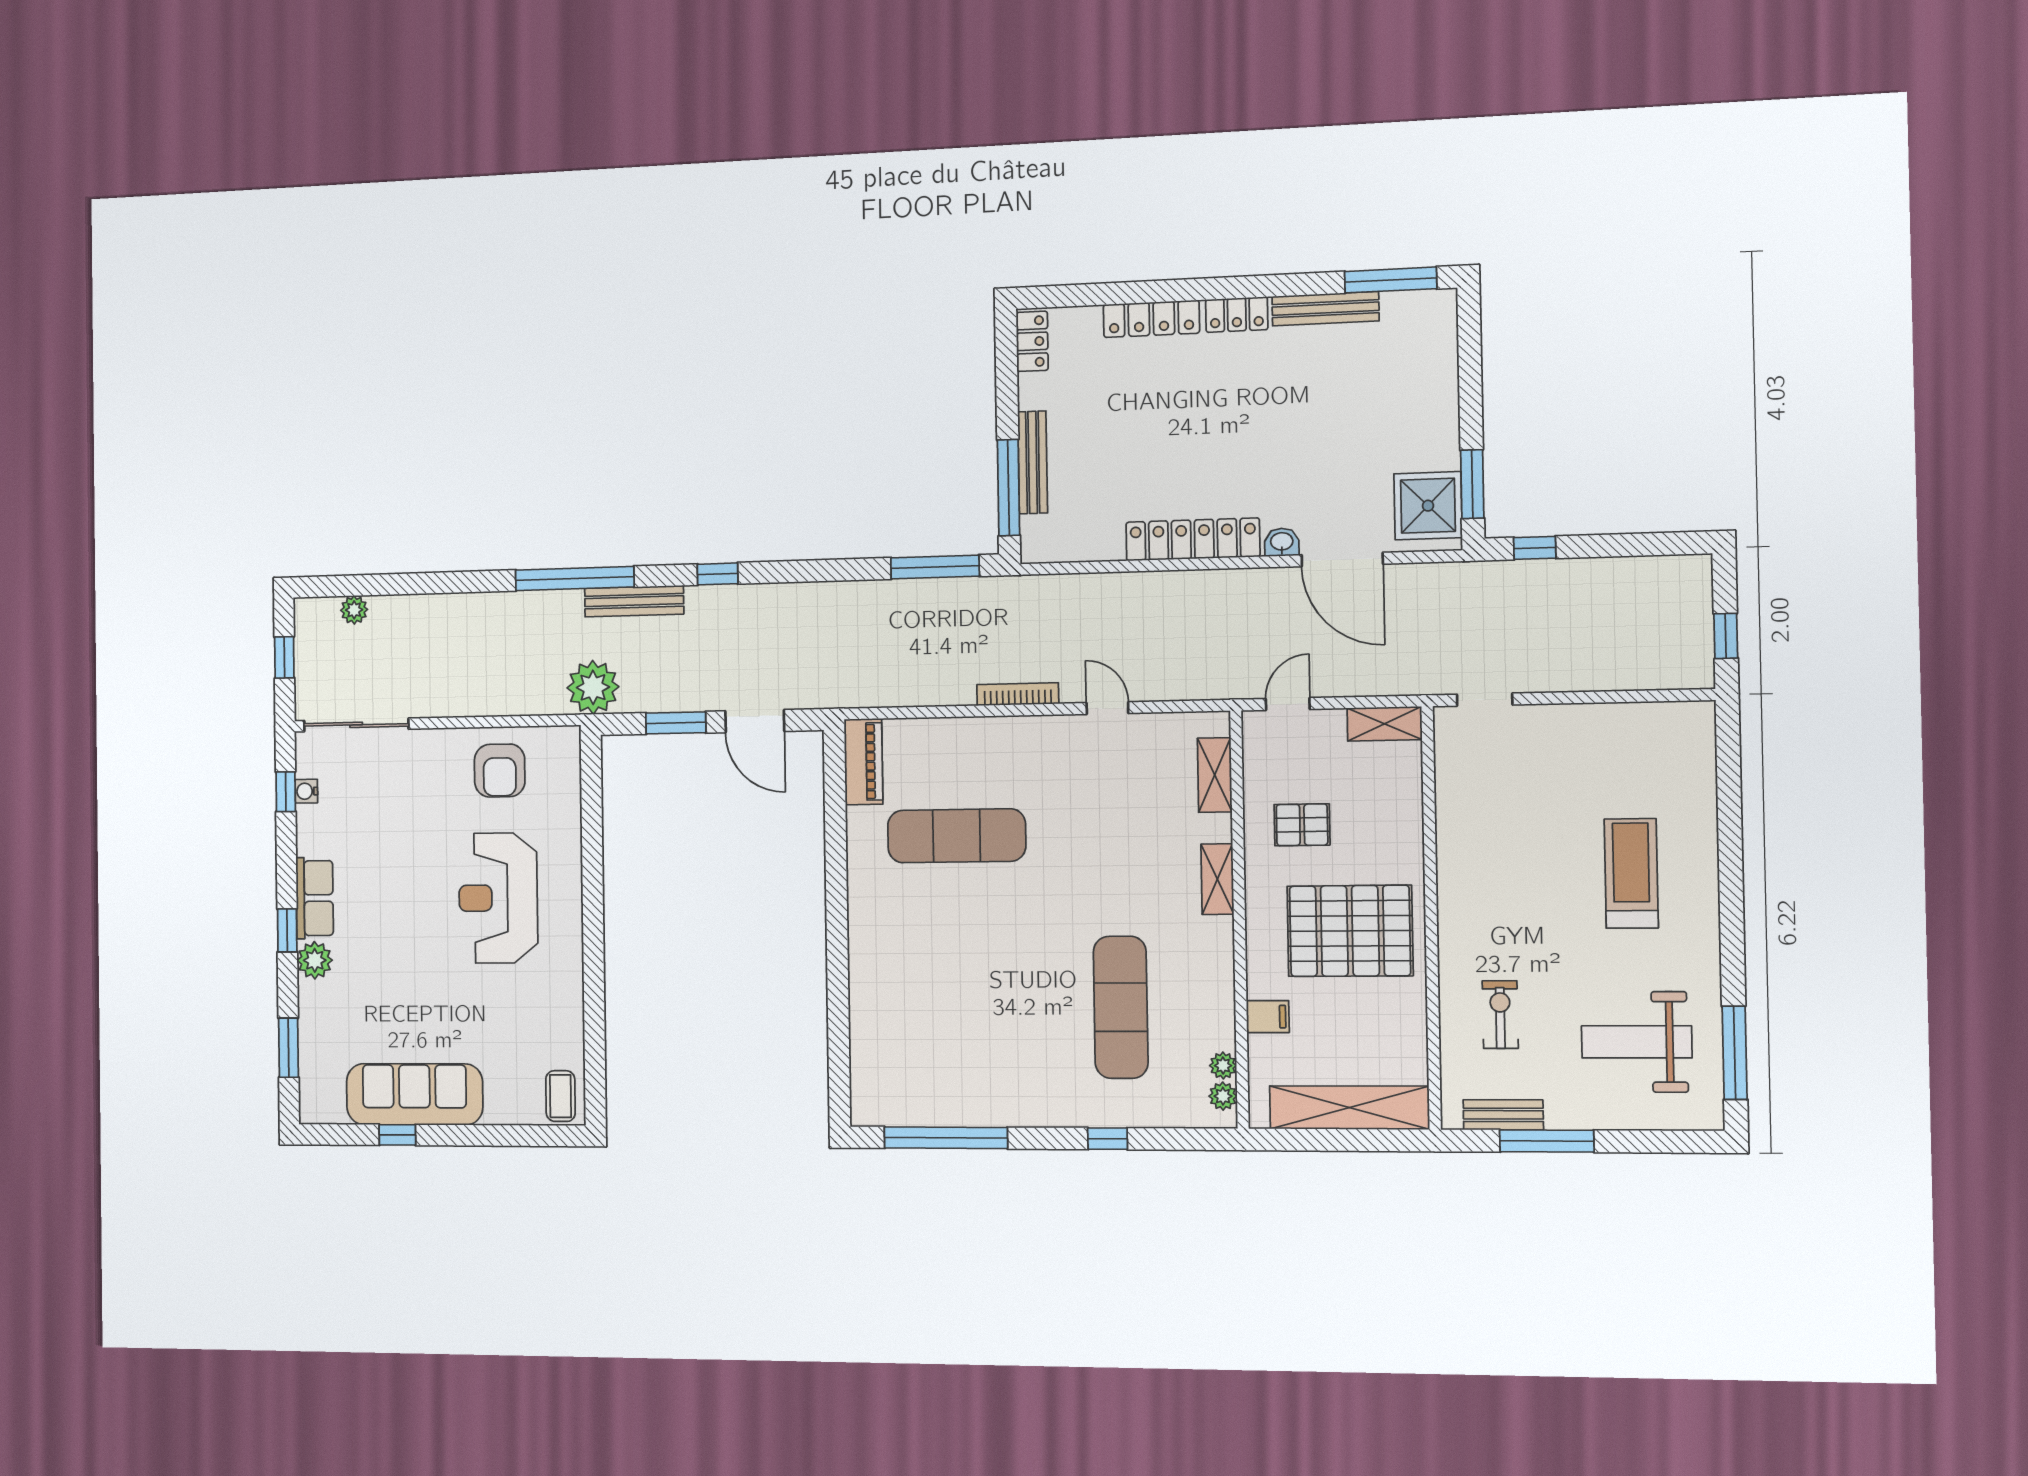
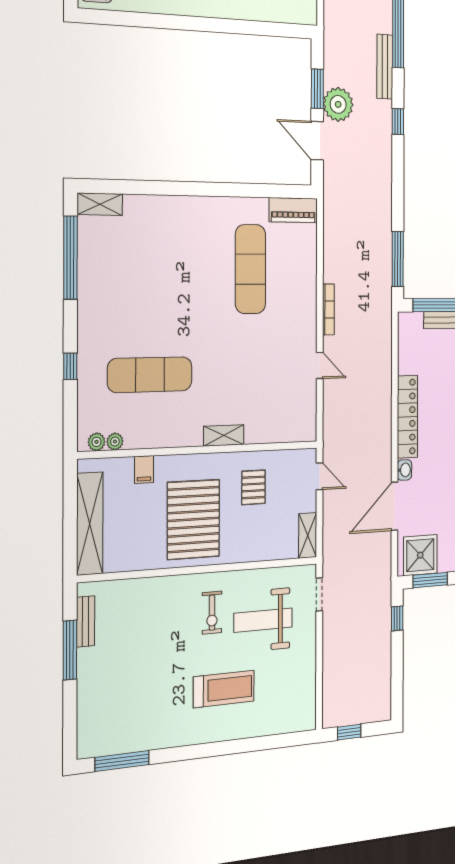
plant: (593, 687) -> (338, 104), moved
door: (1107, 708) -> (320, 365), hinge flipped
door: (755, 721) -> (317, 141), hinge flipped
shelving: (1215, 775) -> (100, 204), moved
exercise bike: (1500, 1015) -> (212, 613), moved, turned 90
weight bench: (1637, 1042) -> (263, 620), moved, turned -90

